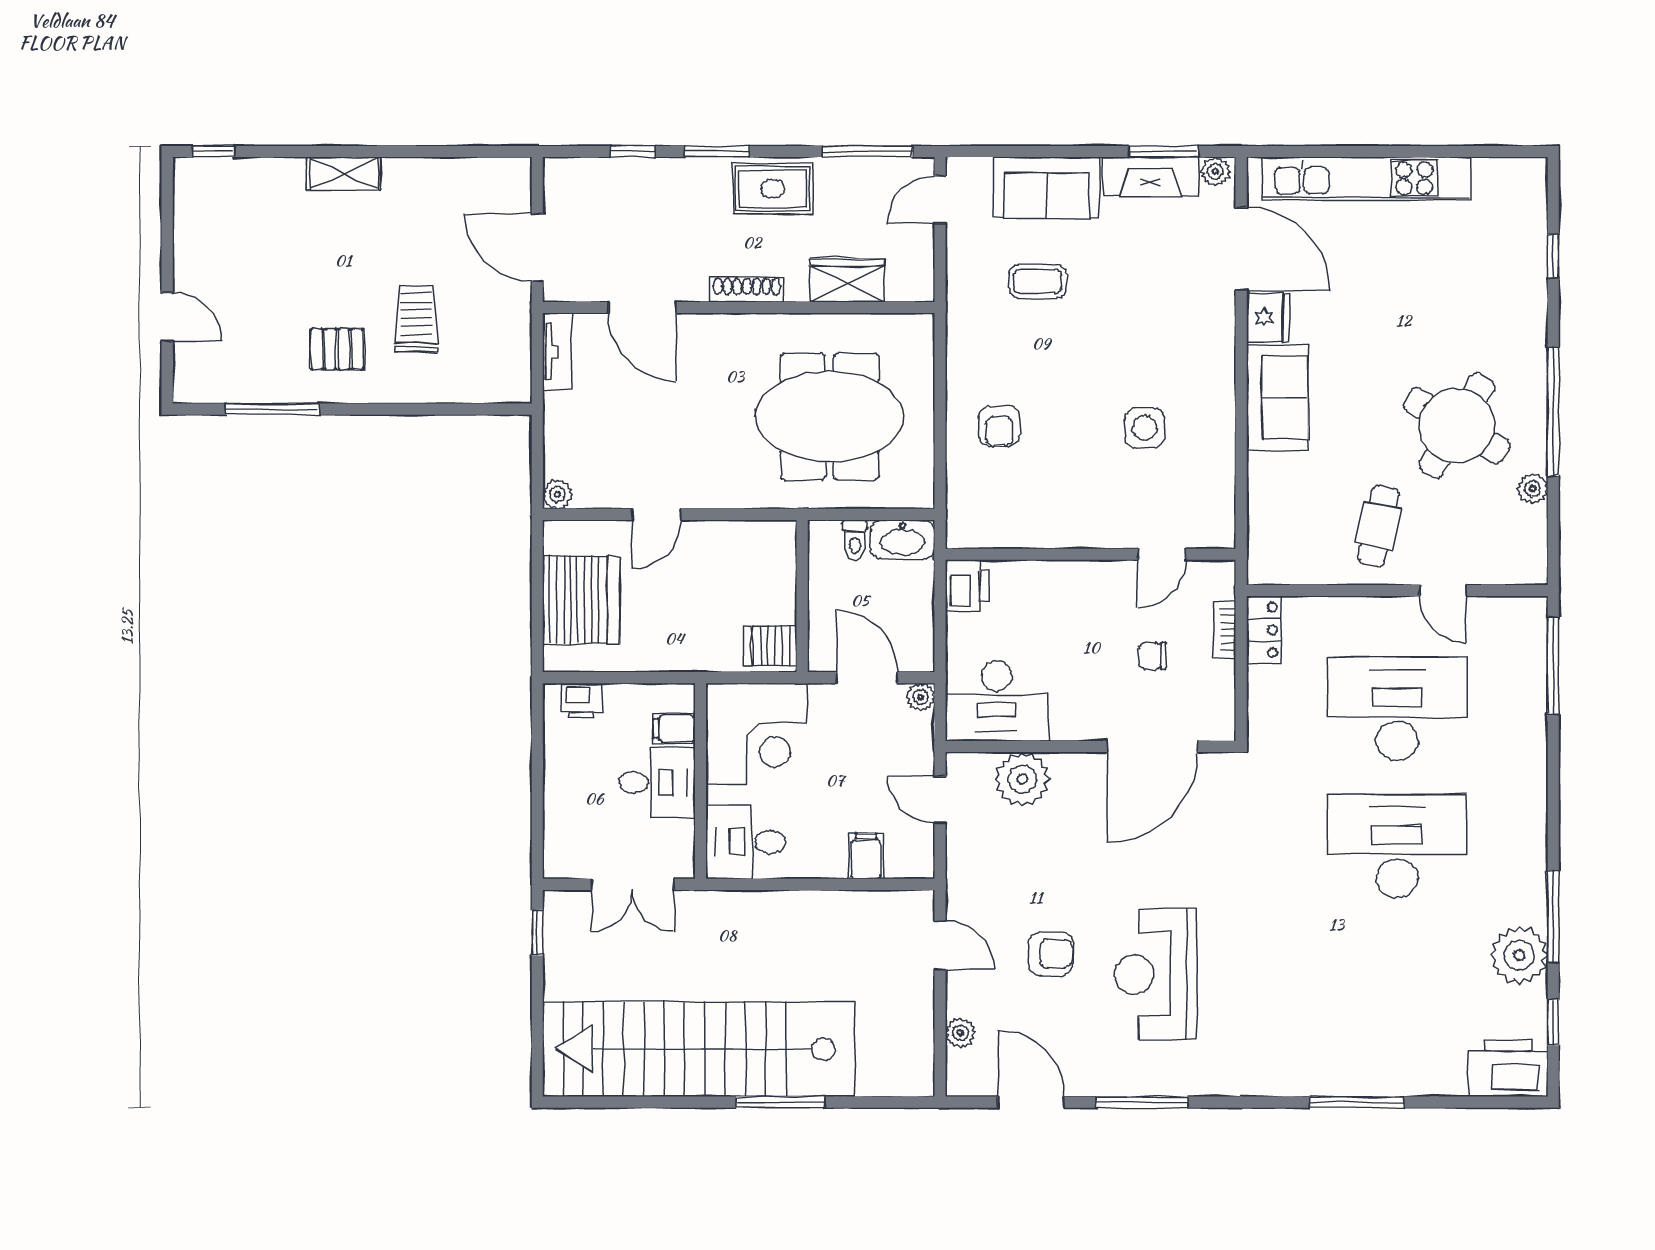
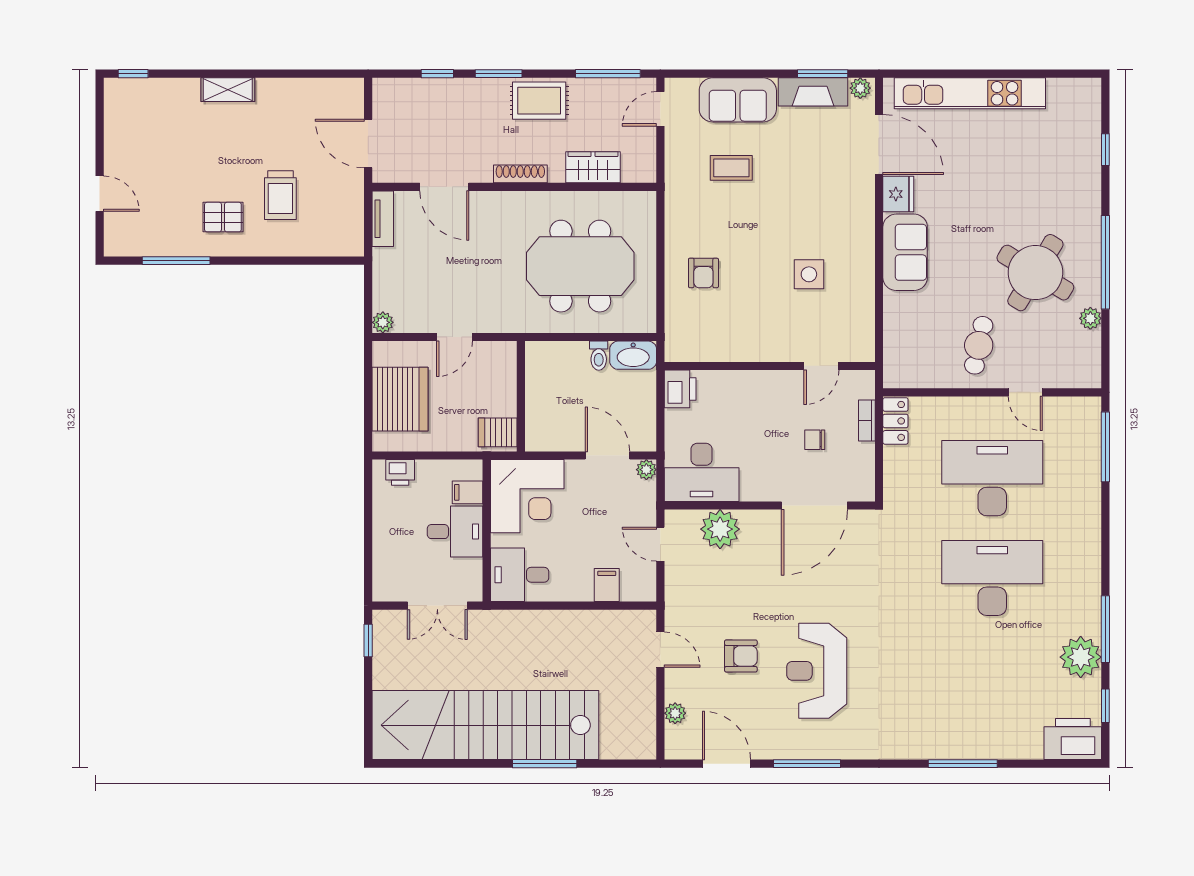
trolley: (416, 319) -> (280, 195), turned 180
wall: (802, 596) -> (521, 396), moved
server rack: (770, 646) -> (498, 432), moved

